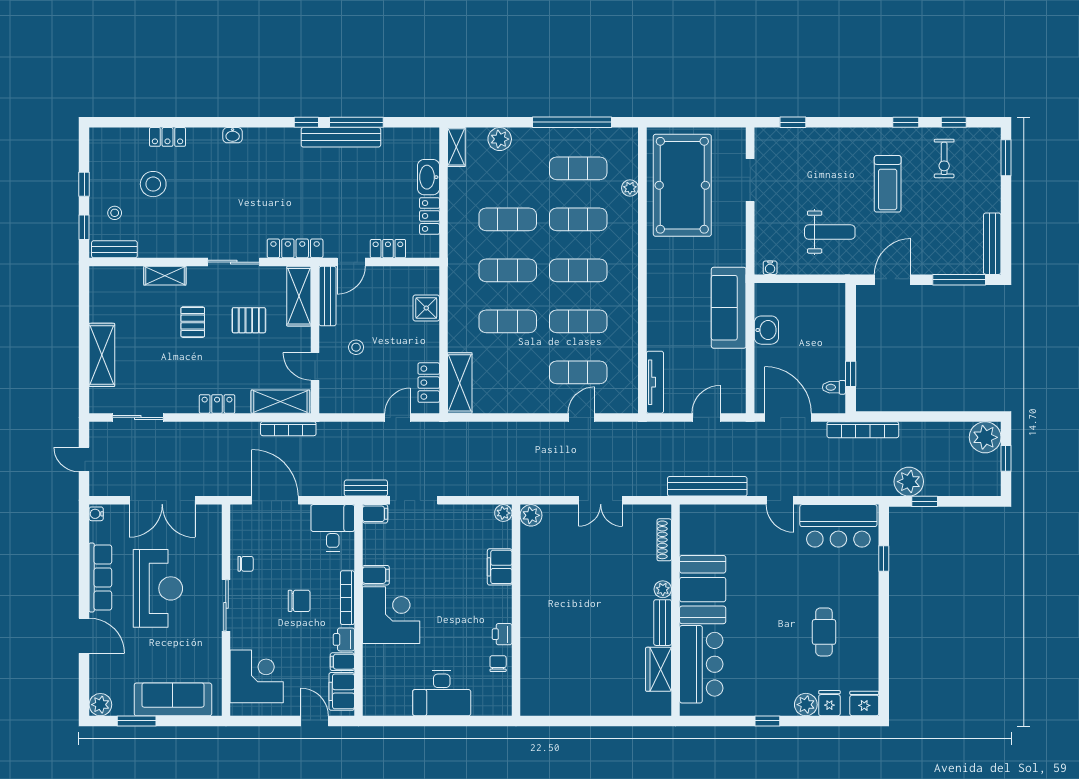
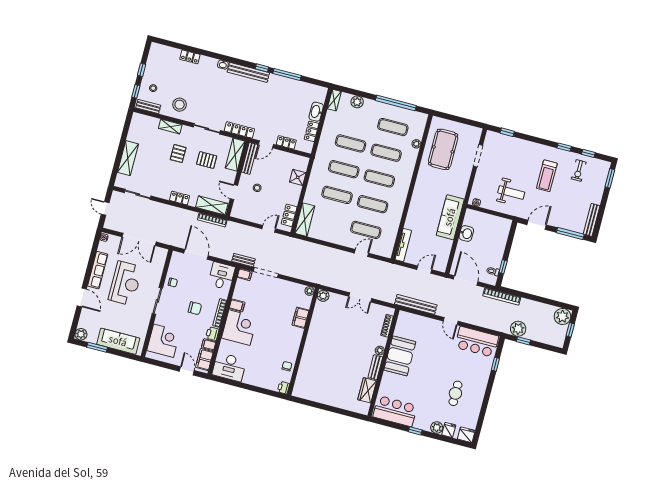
bench: (341, 137) -> (248, 72), moved
stool: (153, 184) -> (180, 105), moved
pool table: (682, 185) -> (443, 149), width x0.73, depth x0.76
printer: (502, 634) -> (283, 388), moved
bar counter: (701, 664) -> (395, 411), moved, turned -90
desk: (442, 693) -> (229, 367), moved

